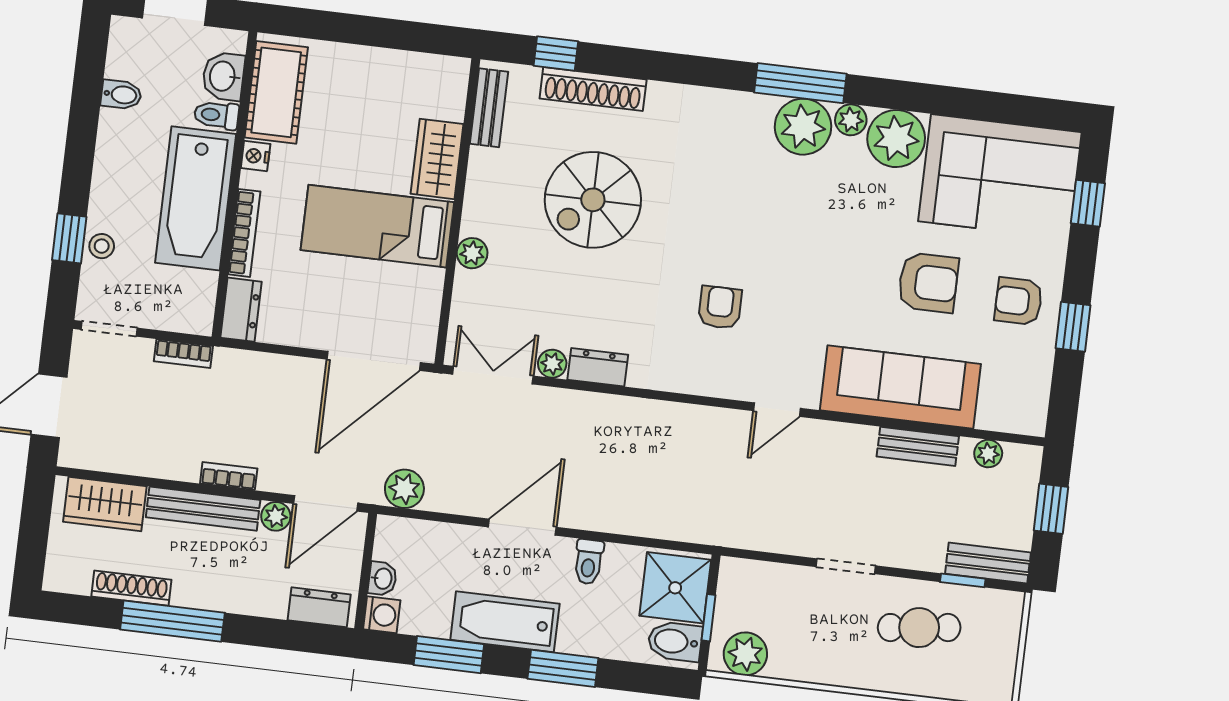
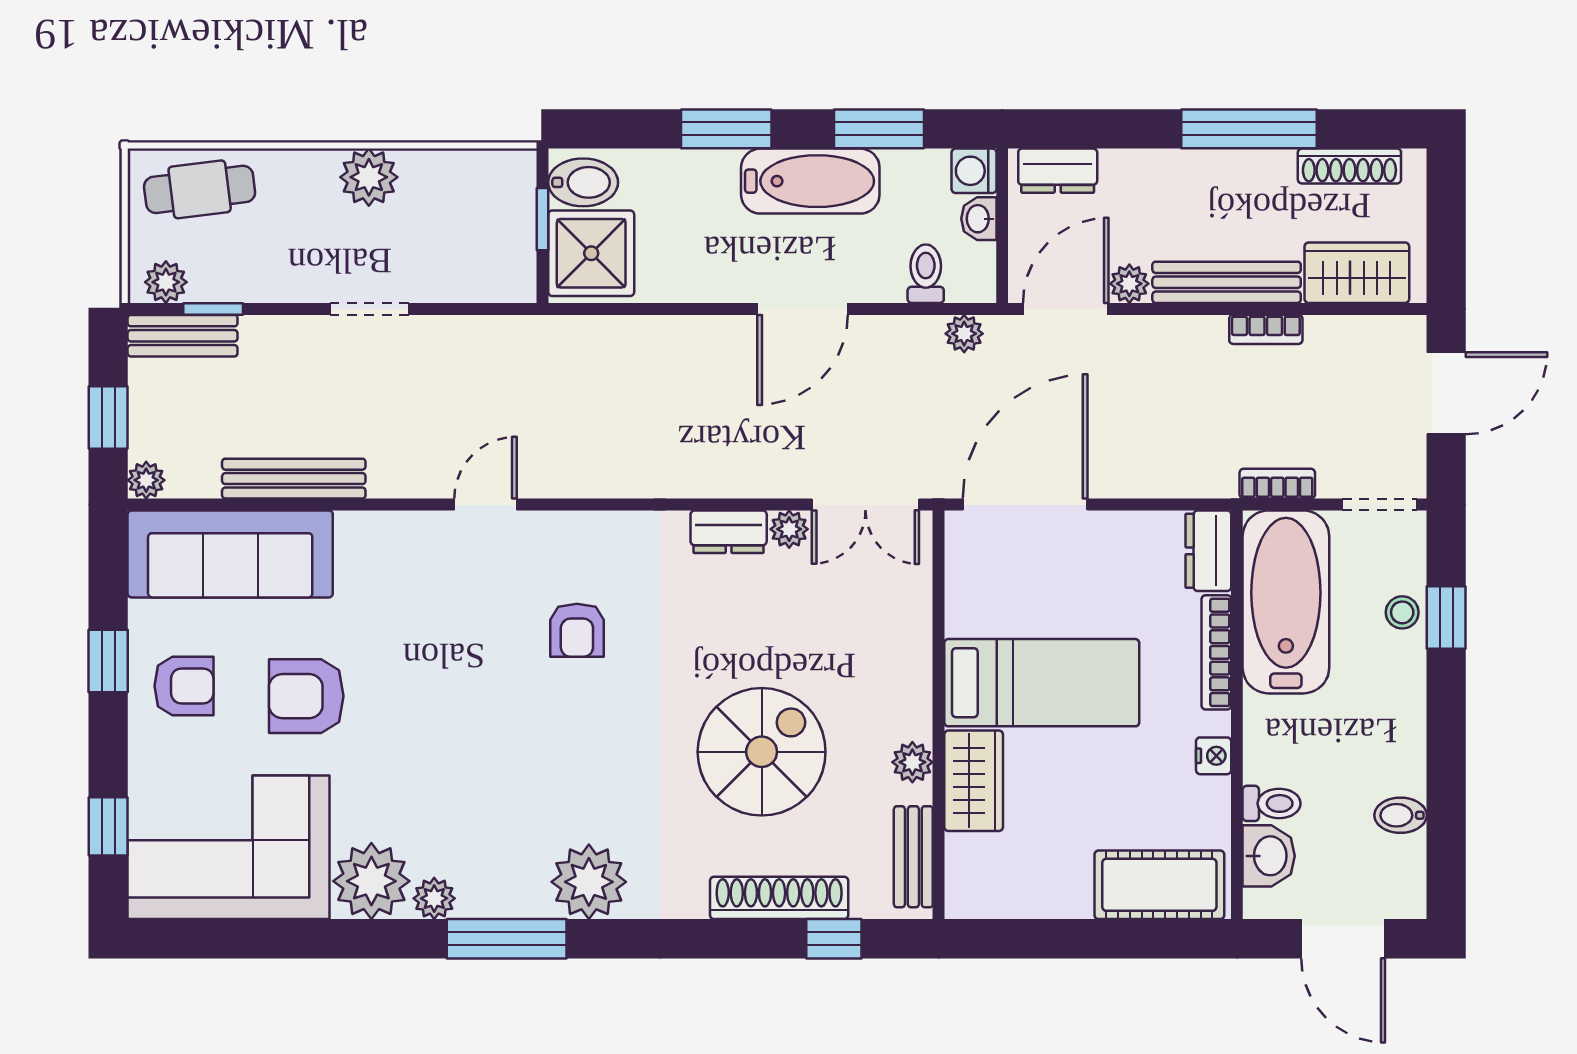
cot: (276, 92) -> (1159, 885), moved, turned 90
plant: (803, 127) -> (589, 882), moved
bathtub: (196, 198) -> (1286, 602), moved
plant: (472, 253) -> (912, 762), moved
sofa: (900, 387) -> (230, 554), moved
bench: (918, 446) -> (294, 479), width x1.36
plant: (988, 454) -> (146, 480), moved
bookcase: (229, 476) -> (1266, 329), moved
plant: (404, 489) -> (964, 334), width x0.73, depth x0.73
toilet: (589, 562) -> (926, 274), moved
shoe rack: (131, 588) -> (1349, 166), moved
plant: (996, 605) -> (166, 282), added
cafe table: (919, 628) -> (200, 189), moved
plant: (745, 654) -> (369, 177), moved

